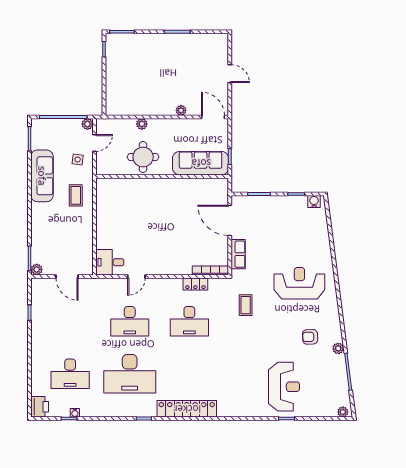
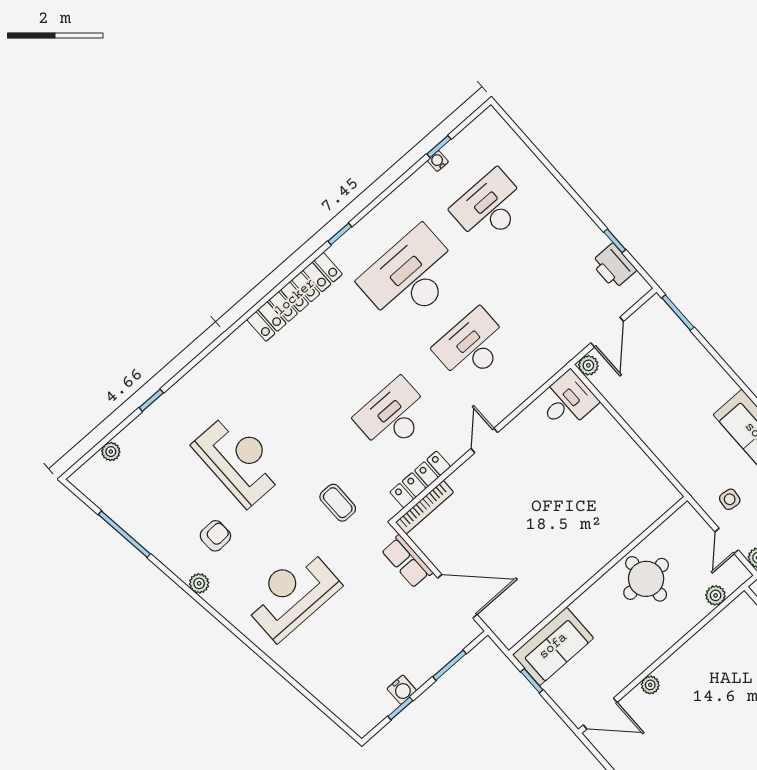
plant: (142, 124) -> (716, 595), moved
sofa: (201, 163) -> (553, 646), width x0.73
coffee table: (76, 195) -> (690, 450), removed
water cooler: (314, 201) -> (402, 690), moved
plant: (37, 269) -> (588, 365), moved
door: (67, 277) -> (607, 332), swing flipped
door: (136, 277) -> (484, 441), moved
reception desk: (299, 283) -> (292, 594), turned 180
locker: (195, 284) -> (420, 479), width x1.53
plant: (338, 348) -> (199, 583), moved
reception desk: (284, 387) -> (239, 460), moved, turned 180
printer: (40, 407) -> (614, 266), moved
plant: (343, 412) -> (111, 452), moved

